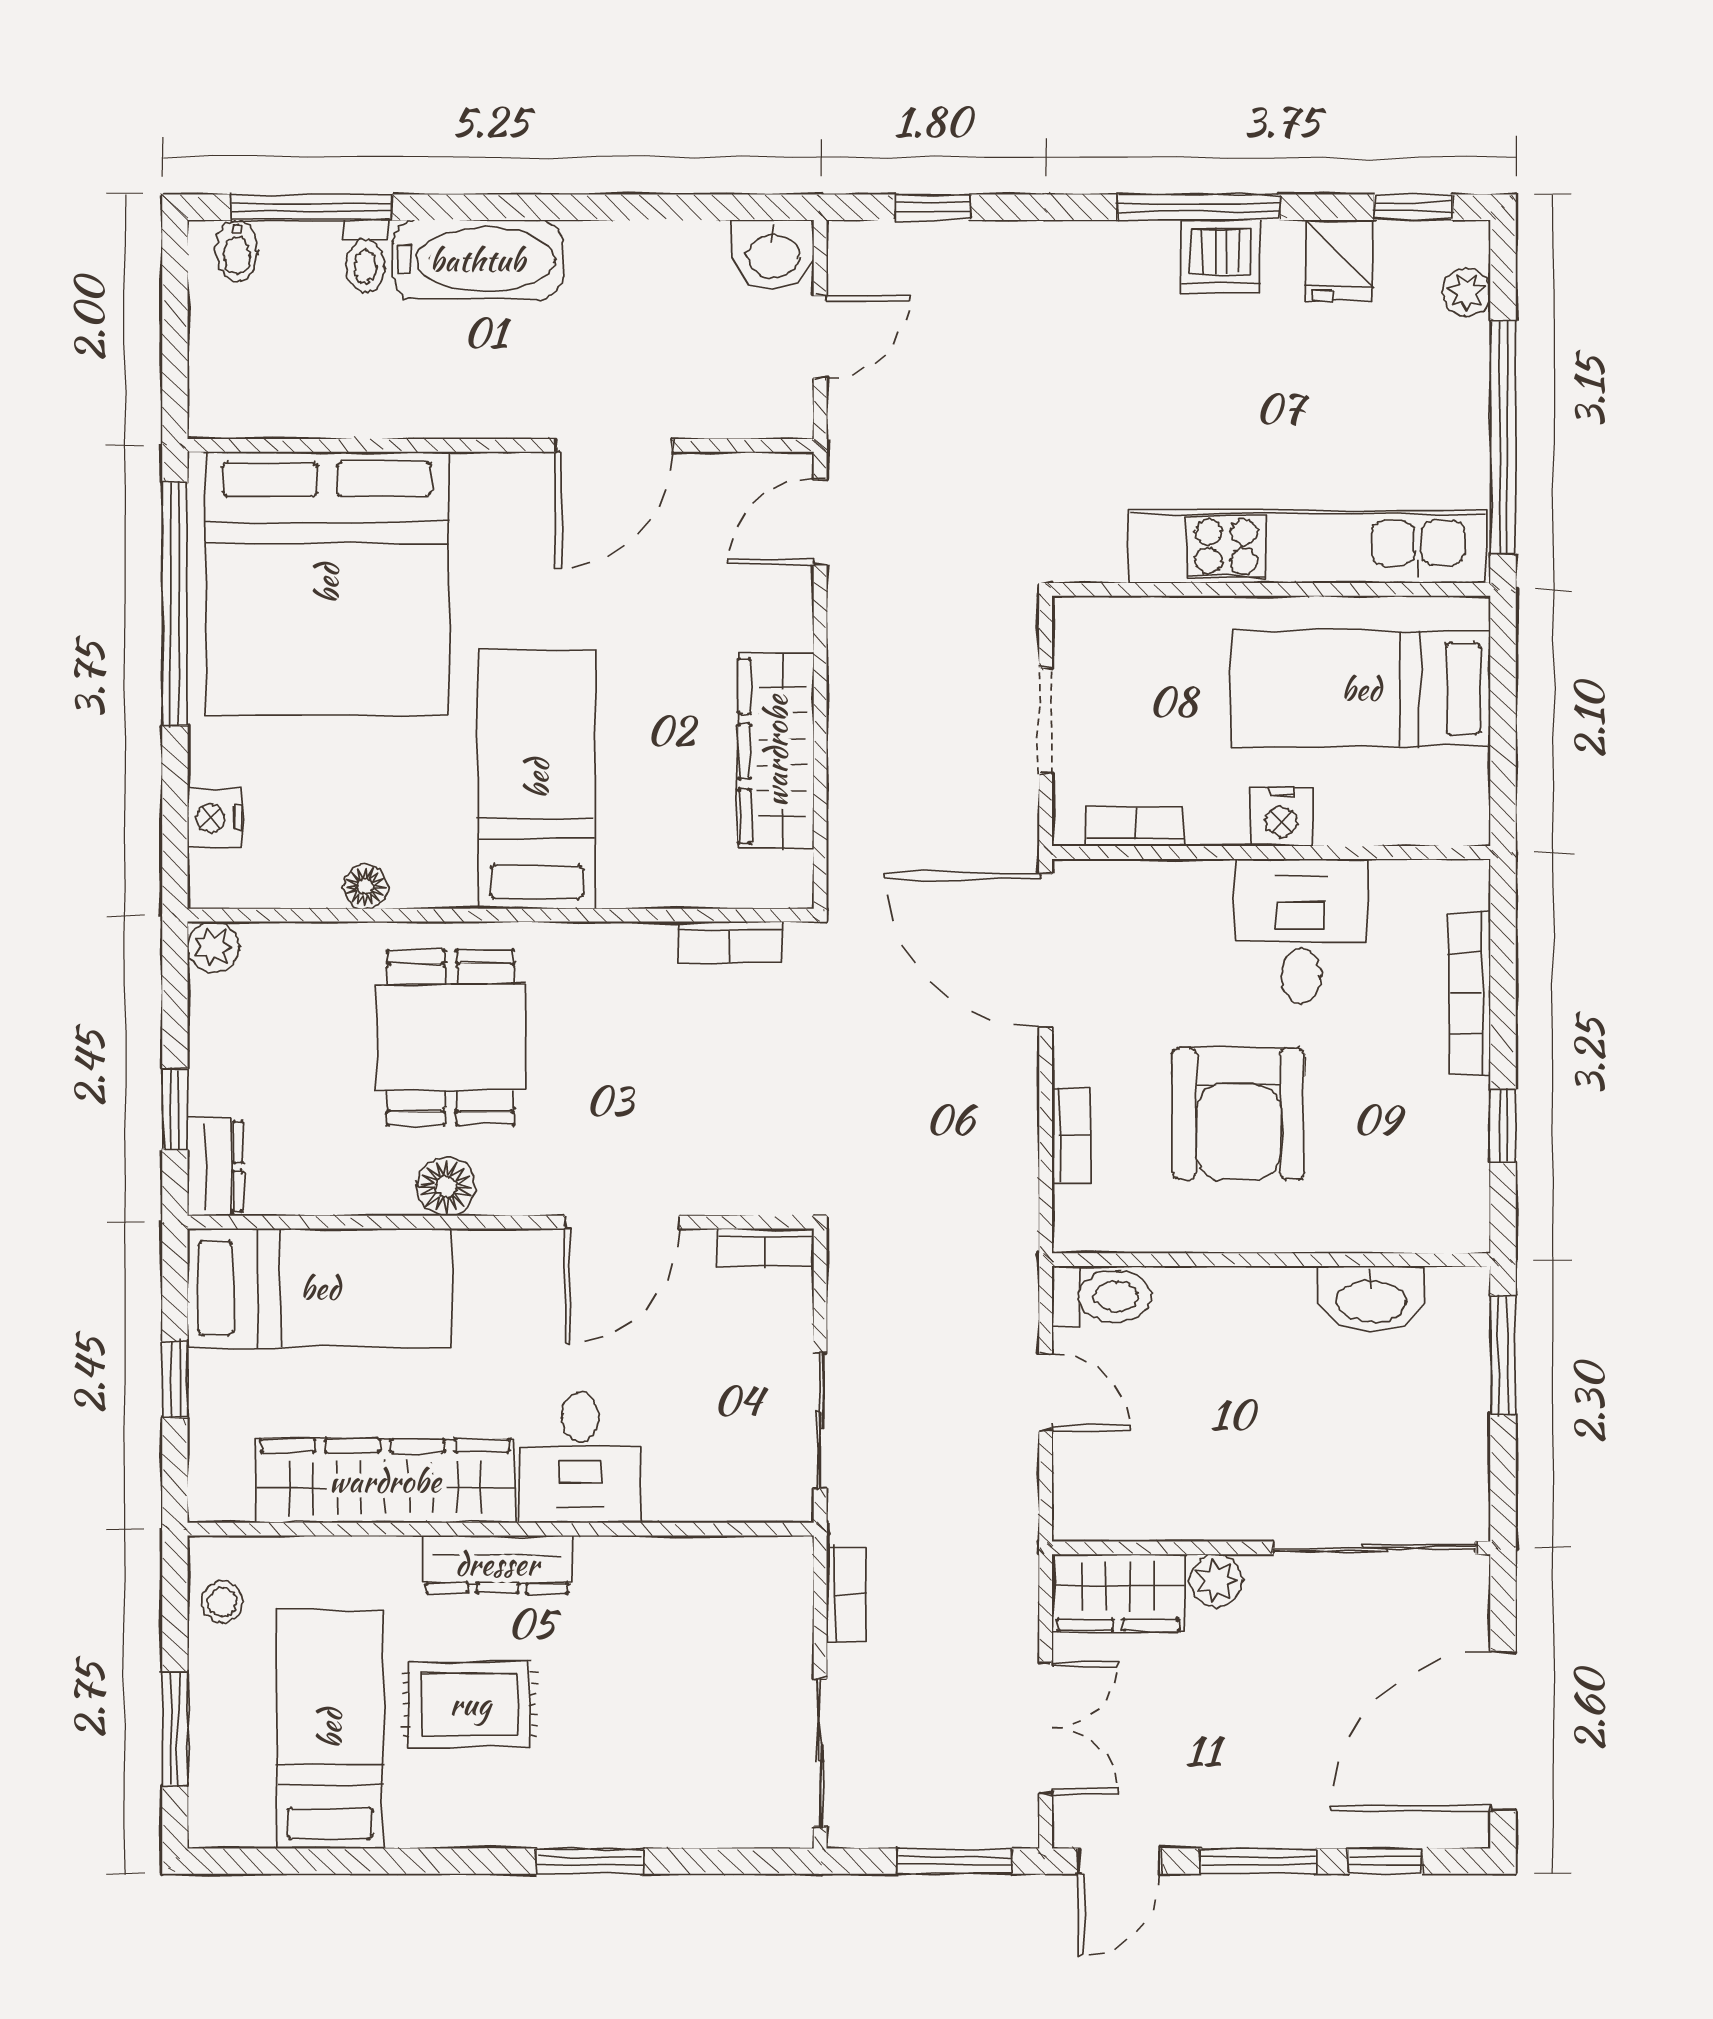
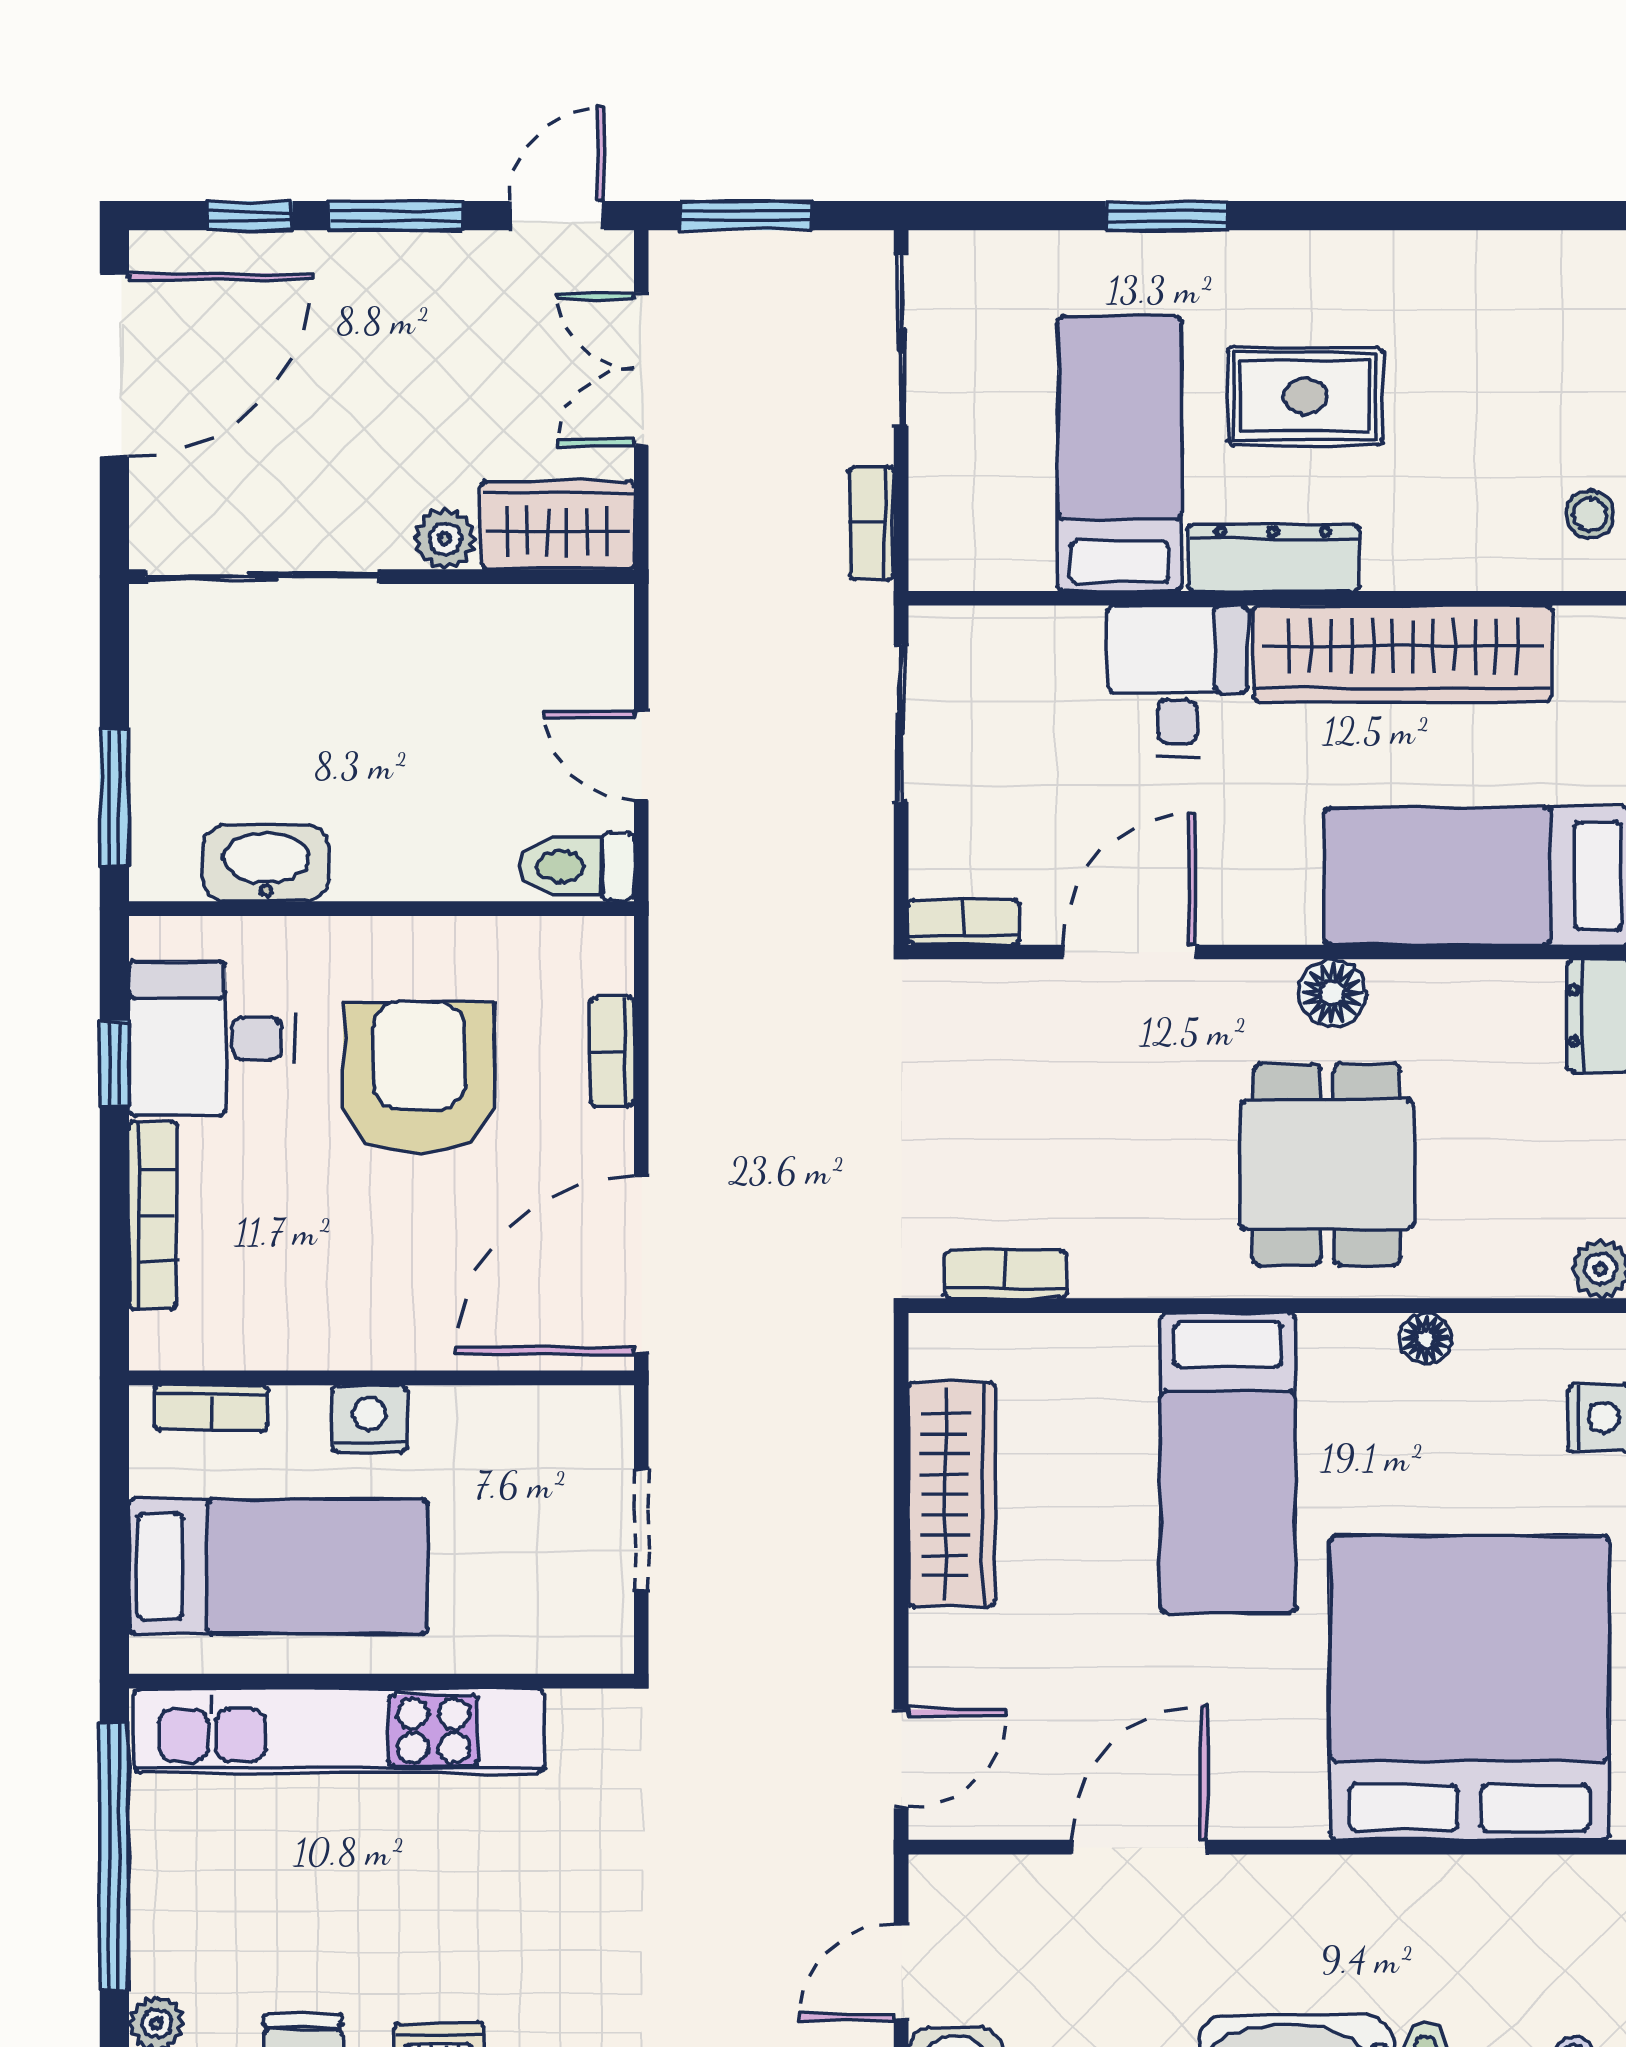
bookcase: (1135, 827) -> (211, 1408), moved
desk: (1301, 931) -> (212, 1039), moved, turned 90
door: (1046, 950) -> (641, 1265), swing flipped
bed: (330, 1729) -> (1120, 454), moved, turned 180

